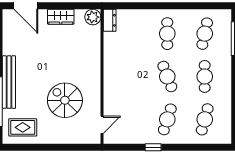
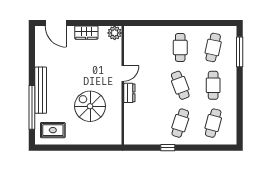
dresser: (110, 20) -> (129, 93), moved
door: (102, 125) -> (123, 73), moved

